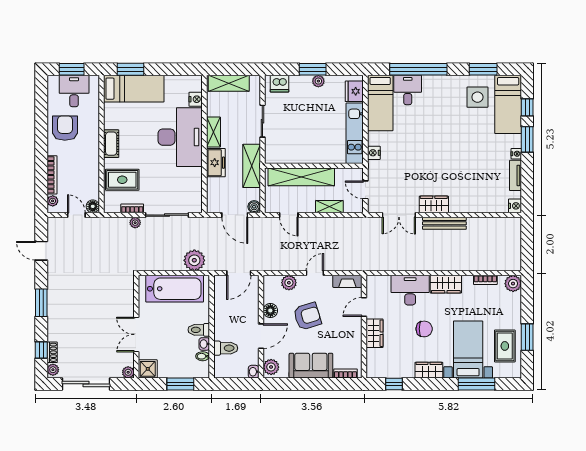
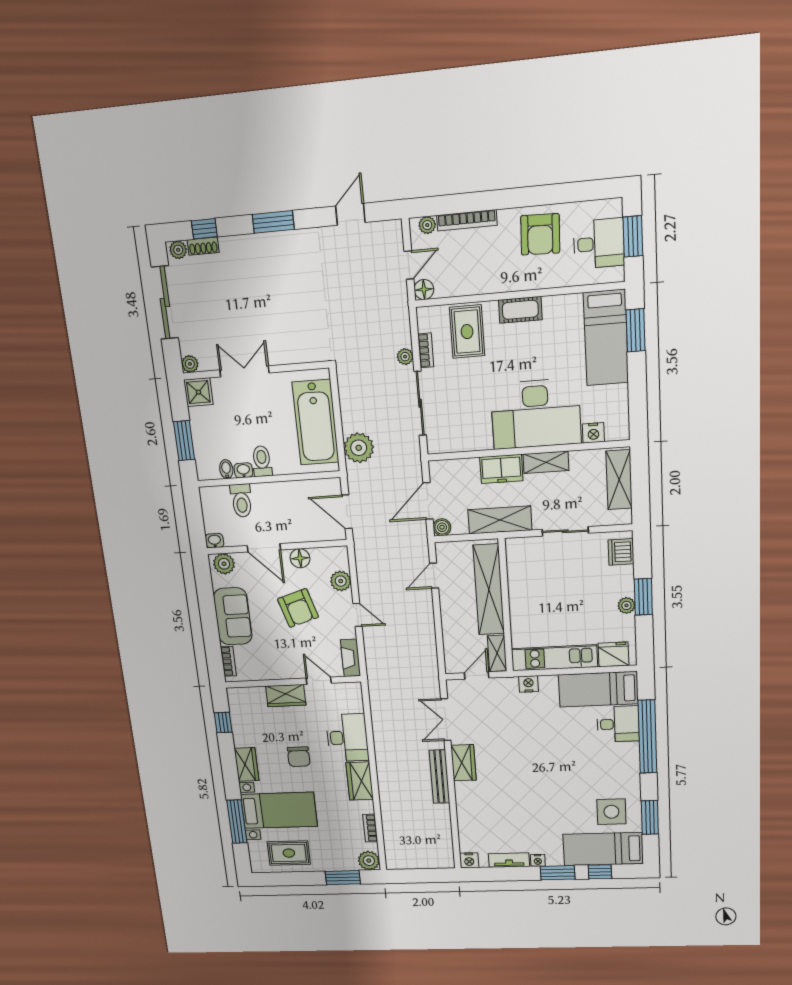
armchair: (65, 128) -> (540, 234), turned 92
shelving: (329, 207) -> (497, 653), moved
window: (527, 337) -> (343, 878), moved

